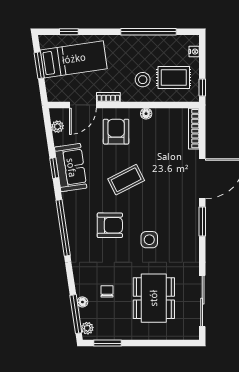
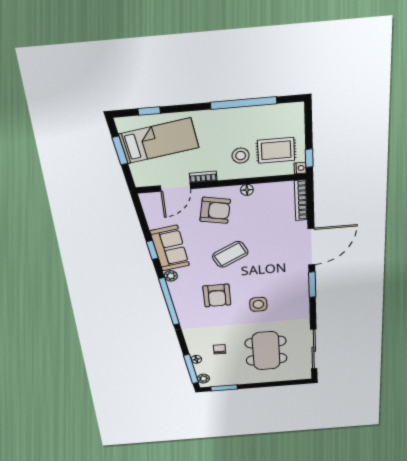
nightstand: (194, 52) -> (300, 168), moved
plant: (58, 127) -> (171, 276), moved
armchair: (116, 132) -> (215, 210), turned 101
armchair: (110, 225) -> (217, 296), turned 90

